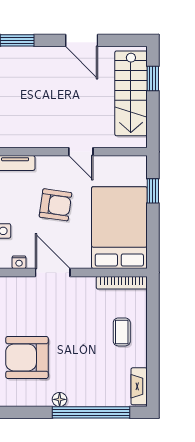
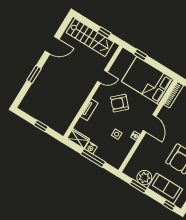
window: (153, 79) -> (104, 33), moved
armchair: (55, 205) -> (120, 103), turned -141
door: (53, 272) -> (149, 123), swing flipped

